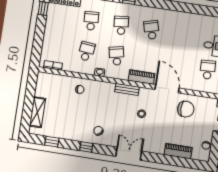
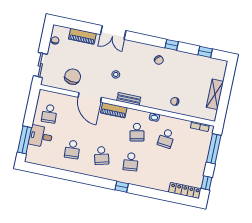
school desk: (91, 21) -> (72, 149), moved
window: (38, 44) -> (214, 149), added
chair: (186, 109) -> (73, 77), turned 100
shelving: (37, 112) -> (215, 94), moved
double door: (129, 154) -> (113, 33), moved

